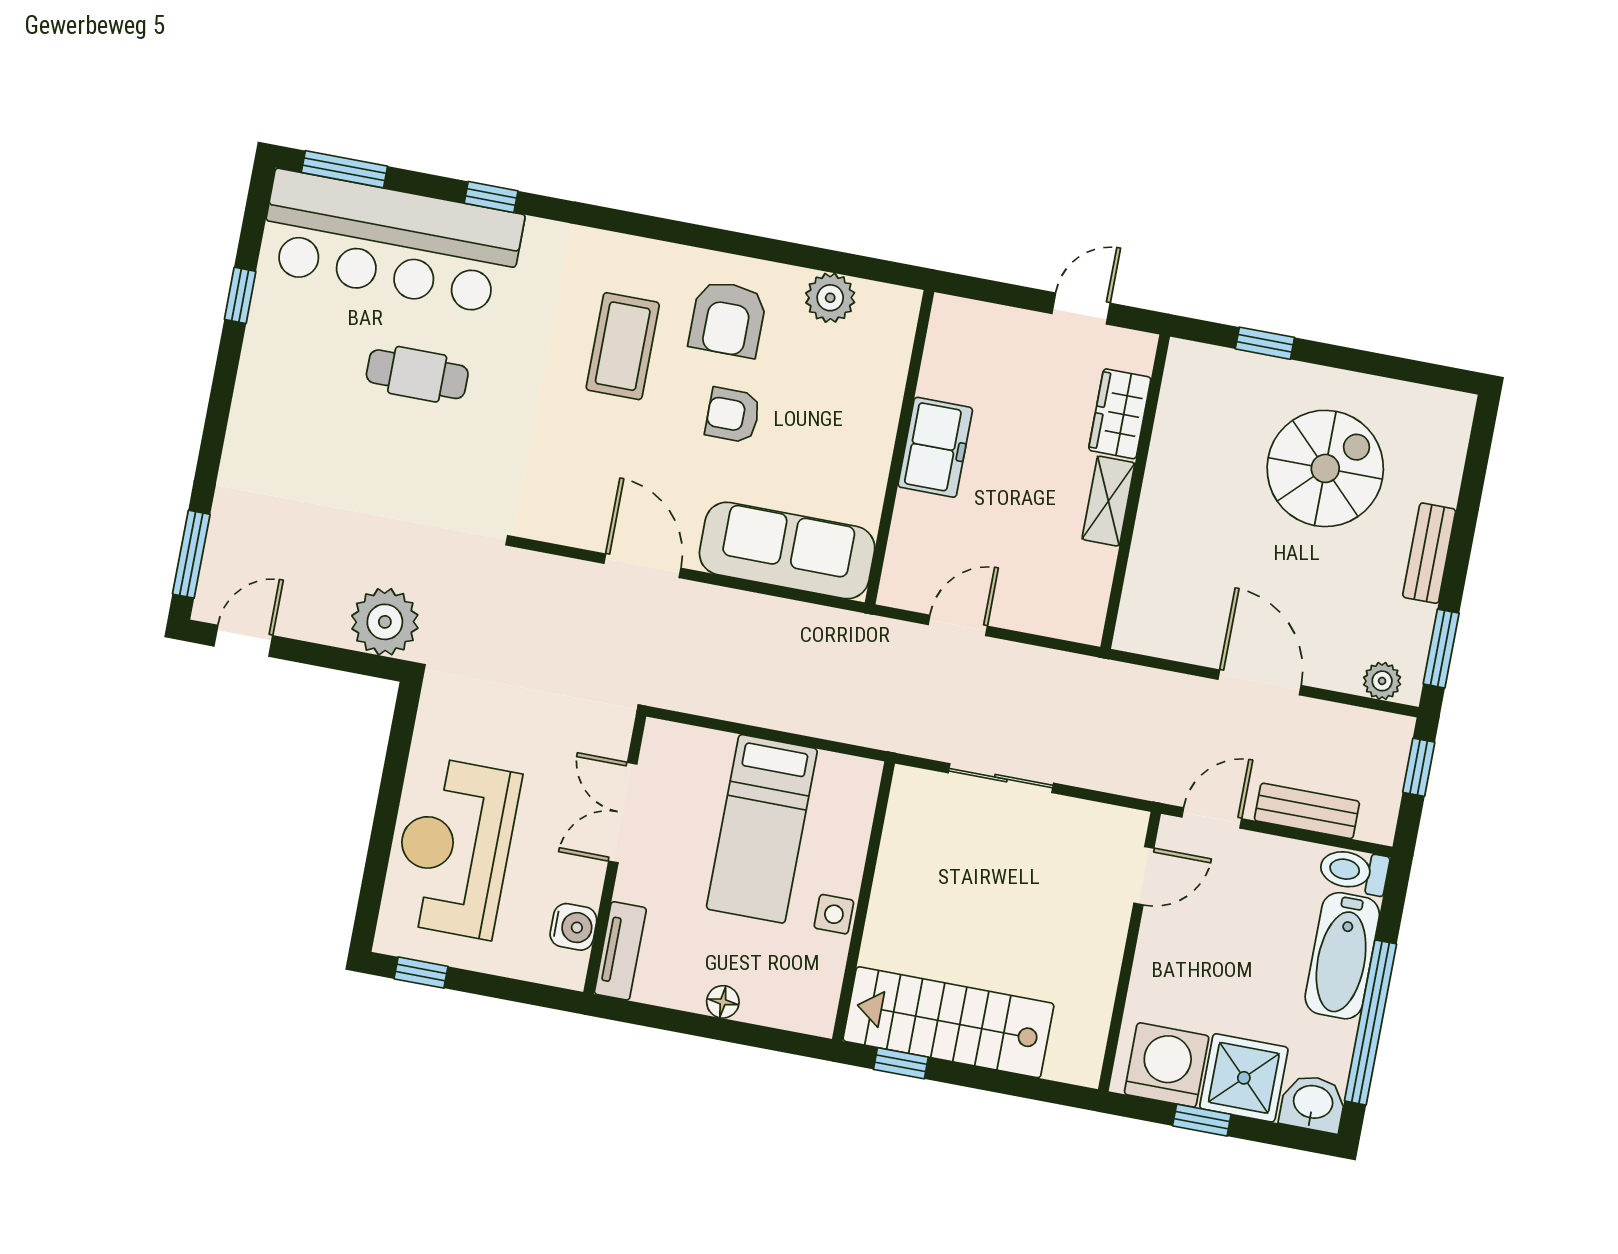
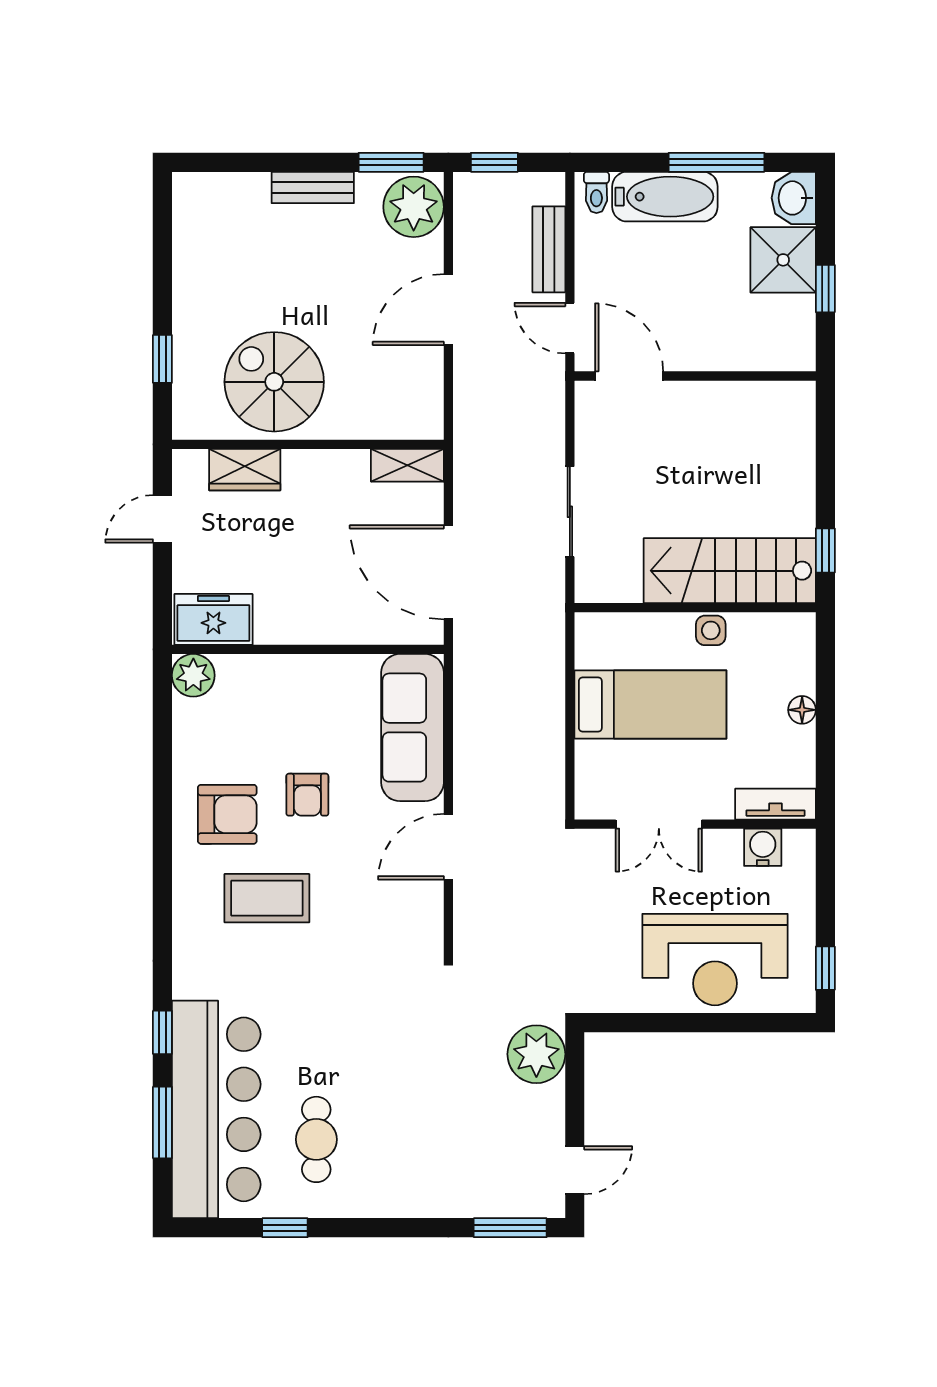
window: (344, 169) -> (162, 1122), moved
plant: (830, 298) -> (193, 675), moved
door: (1081, 308) -> (162, 519), hinge flipped
cafe table: (417, 374) -> (316, 1139), moved
freezer: (935, 447) -> (213, 619), moved
spiral stairs: (1325, 468) -> (274, 382), moved
shelving: (1108, 501) -> (407, 465), moved
door: (958, 625) -> (448, 572), width x1.87
door: (243, 641) -> (575, 1170), swing flipped
plant: (1382, 681) -> (414, 207), width x1.88, depth x1.88
toilet: (1354, 871) -> (596, 192), width x0.73, depth x0.72
door: (1144, 876) -> (629, 376), width x1.38
stairs: (948, 1022) -> (730, 571), moved, turned 90
window: (1371, 1022) -> (716, 162), width x0.68
washing machine: (1167, 1065) -> (785, 327), removed

